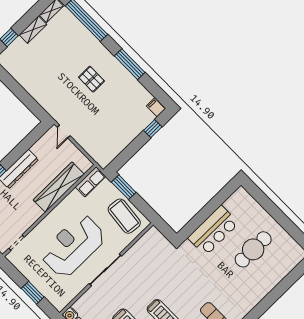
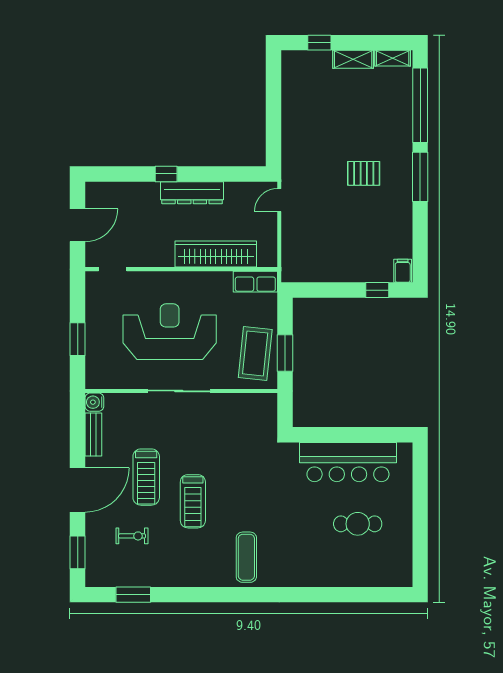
window: (130, 64) -> (420, 177), moved
pallet: (91, 79) -> (364, 173), turned 90
window: (124, 187) -> (285, 353), moved
bar counter: (213, 231) -> (348, 462), width x1.36
cafe table: (253, 249) -> (358, 524), width x0.73, depth x0.74

